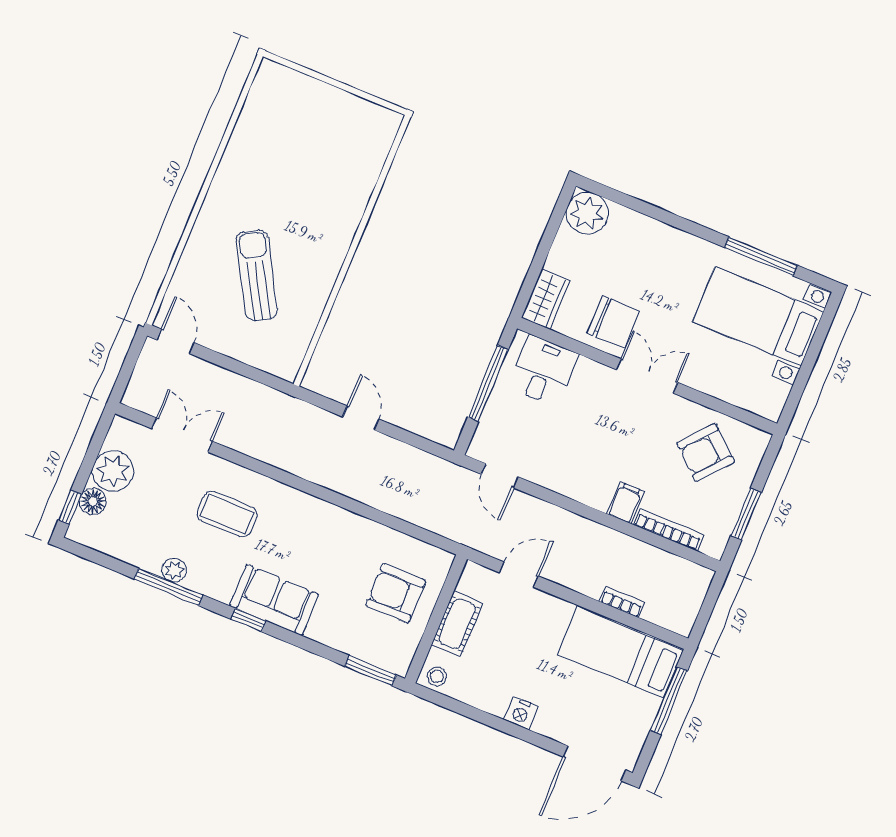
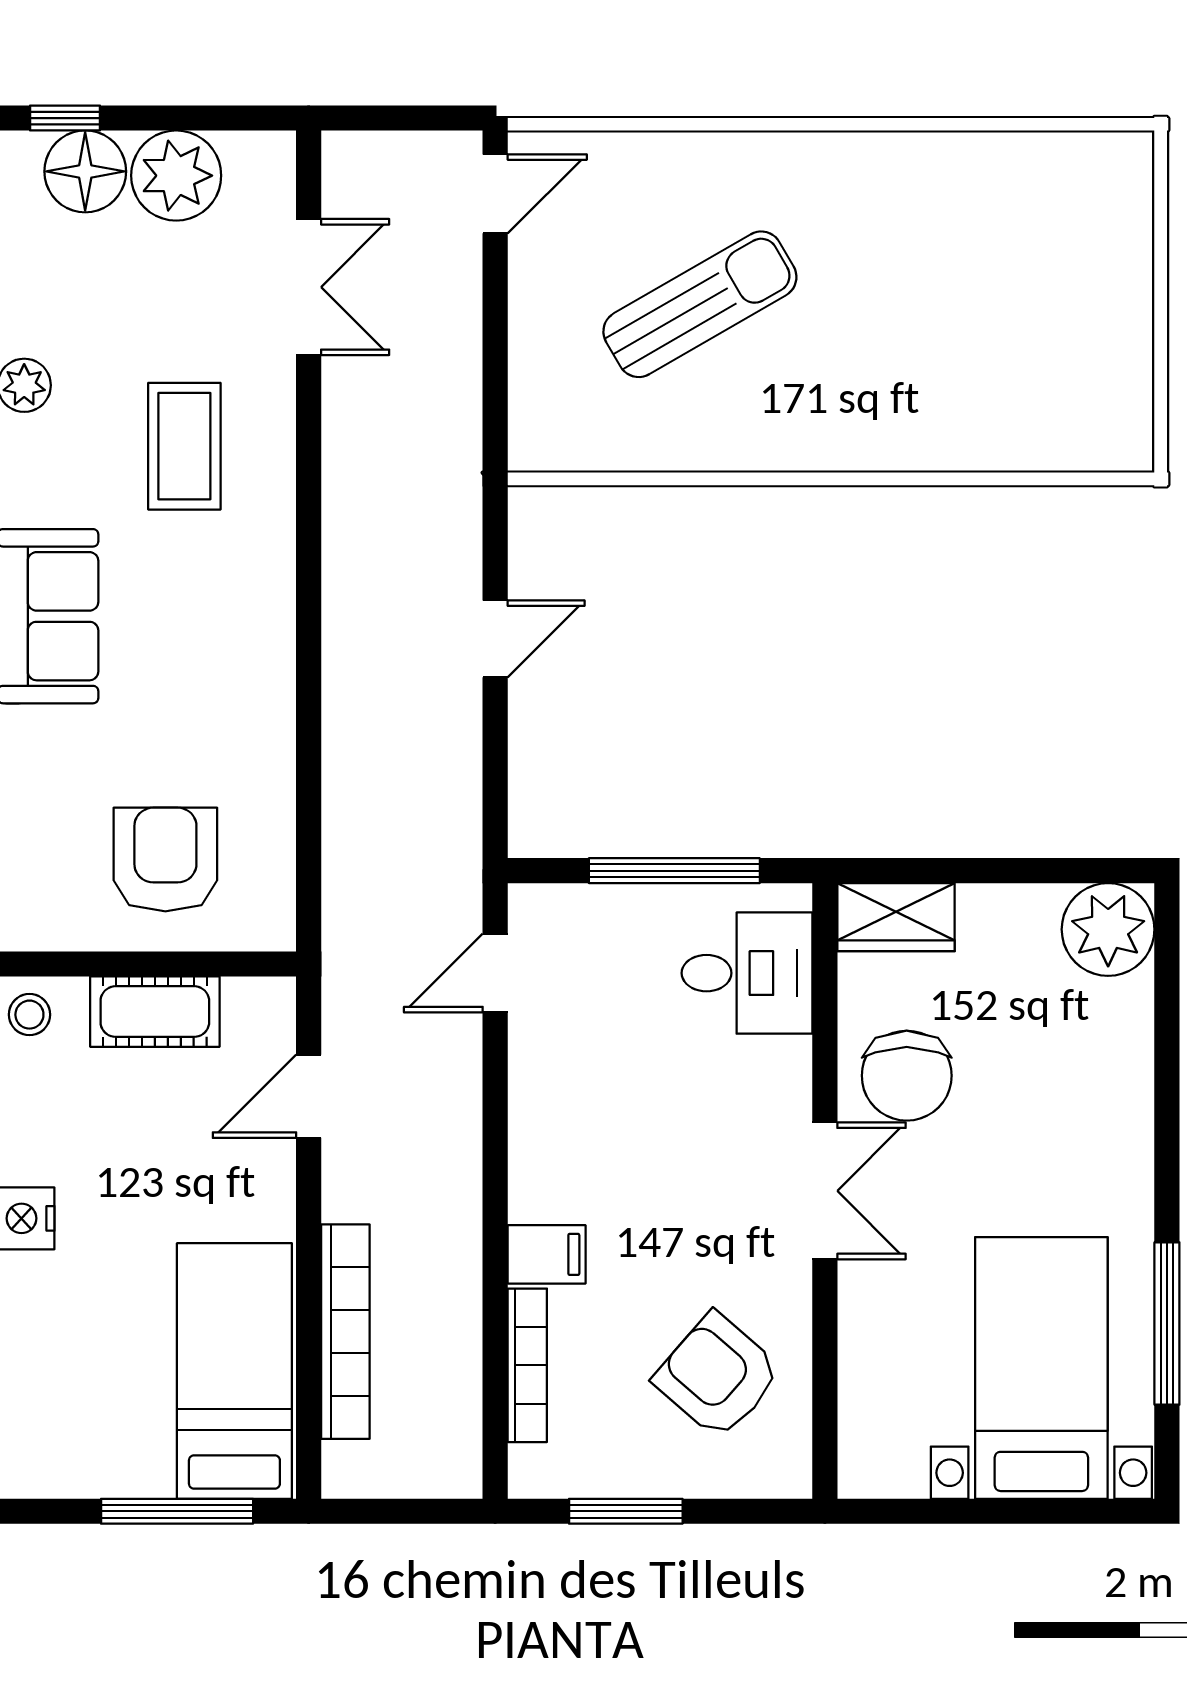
floor lamp: (93, 501) -> (85, 171), width x1.38, depth x1.38
door: (519, 574) -> (309, 1096), swing flipped
bookcase: (622, 602) -> (345, 1332), width x2.31, depth x1.31

